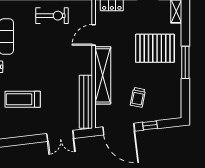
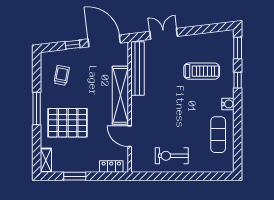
door: (94, 35) -> (130, 136), swing flipped
trolley: (138, 97) -> (62, 75), moved

